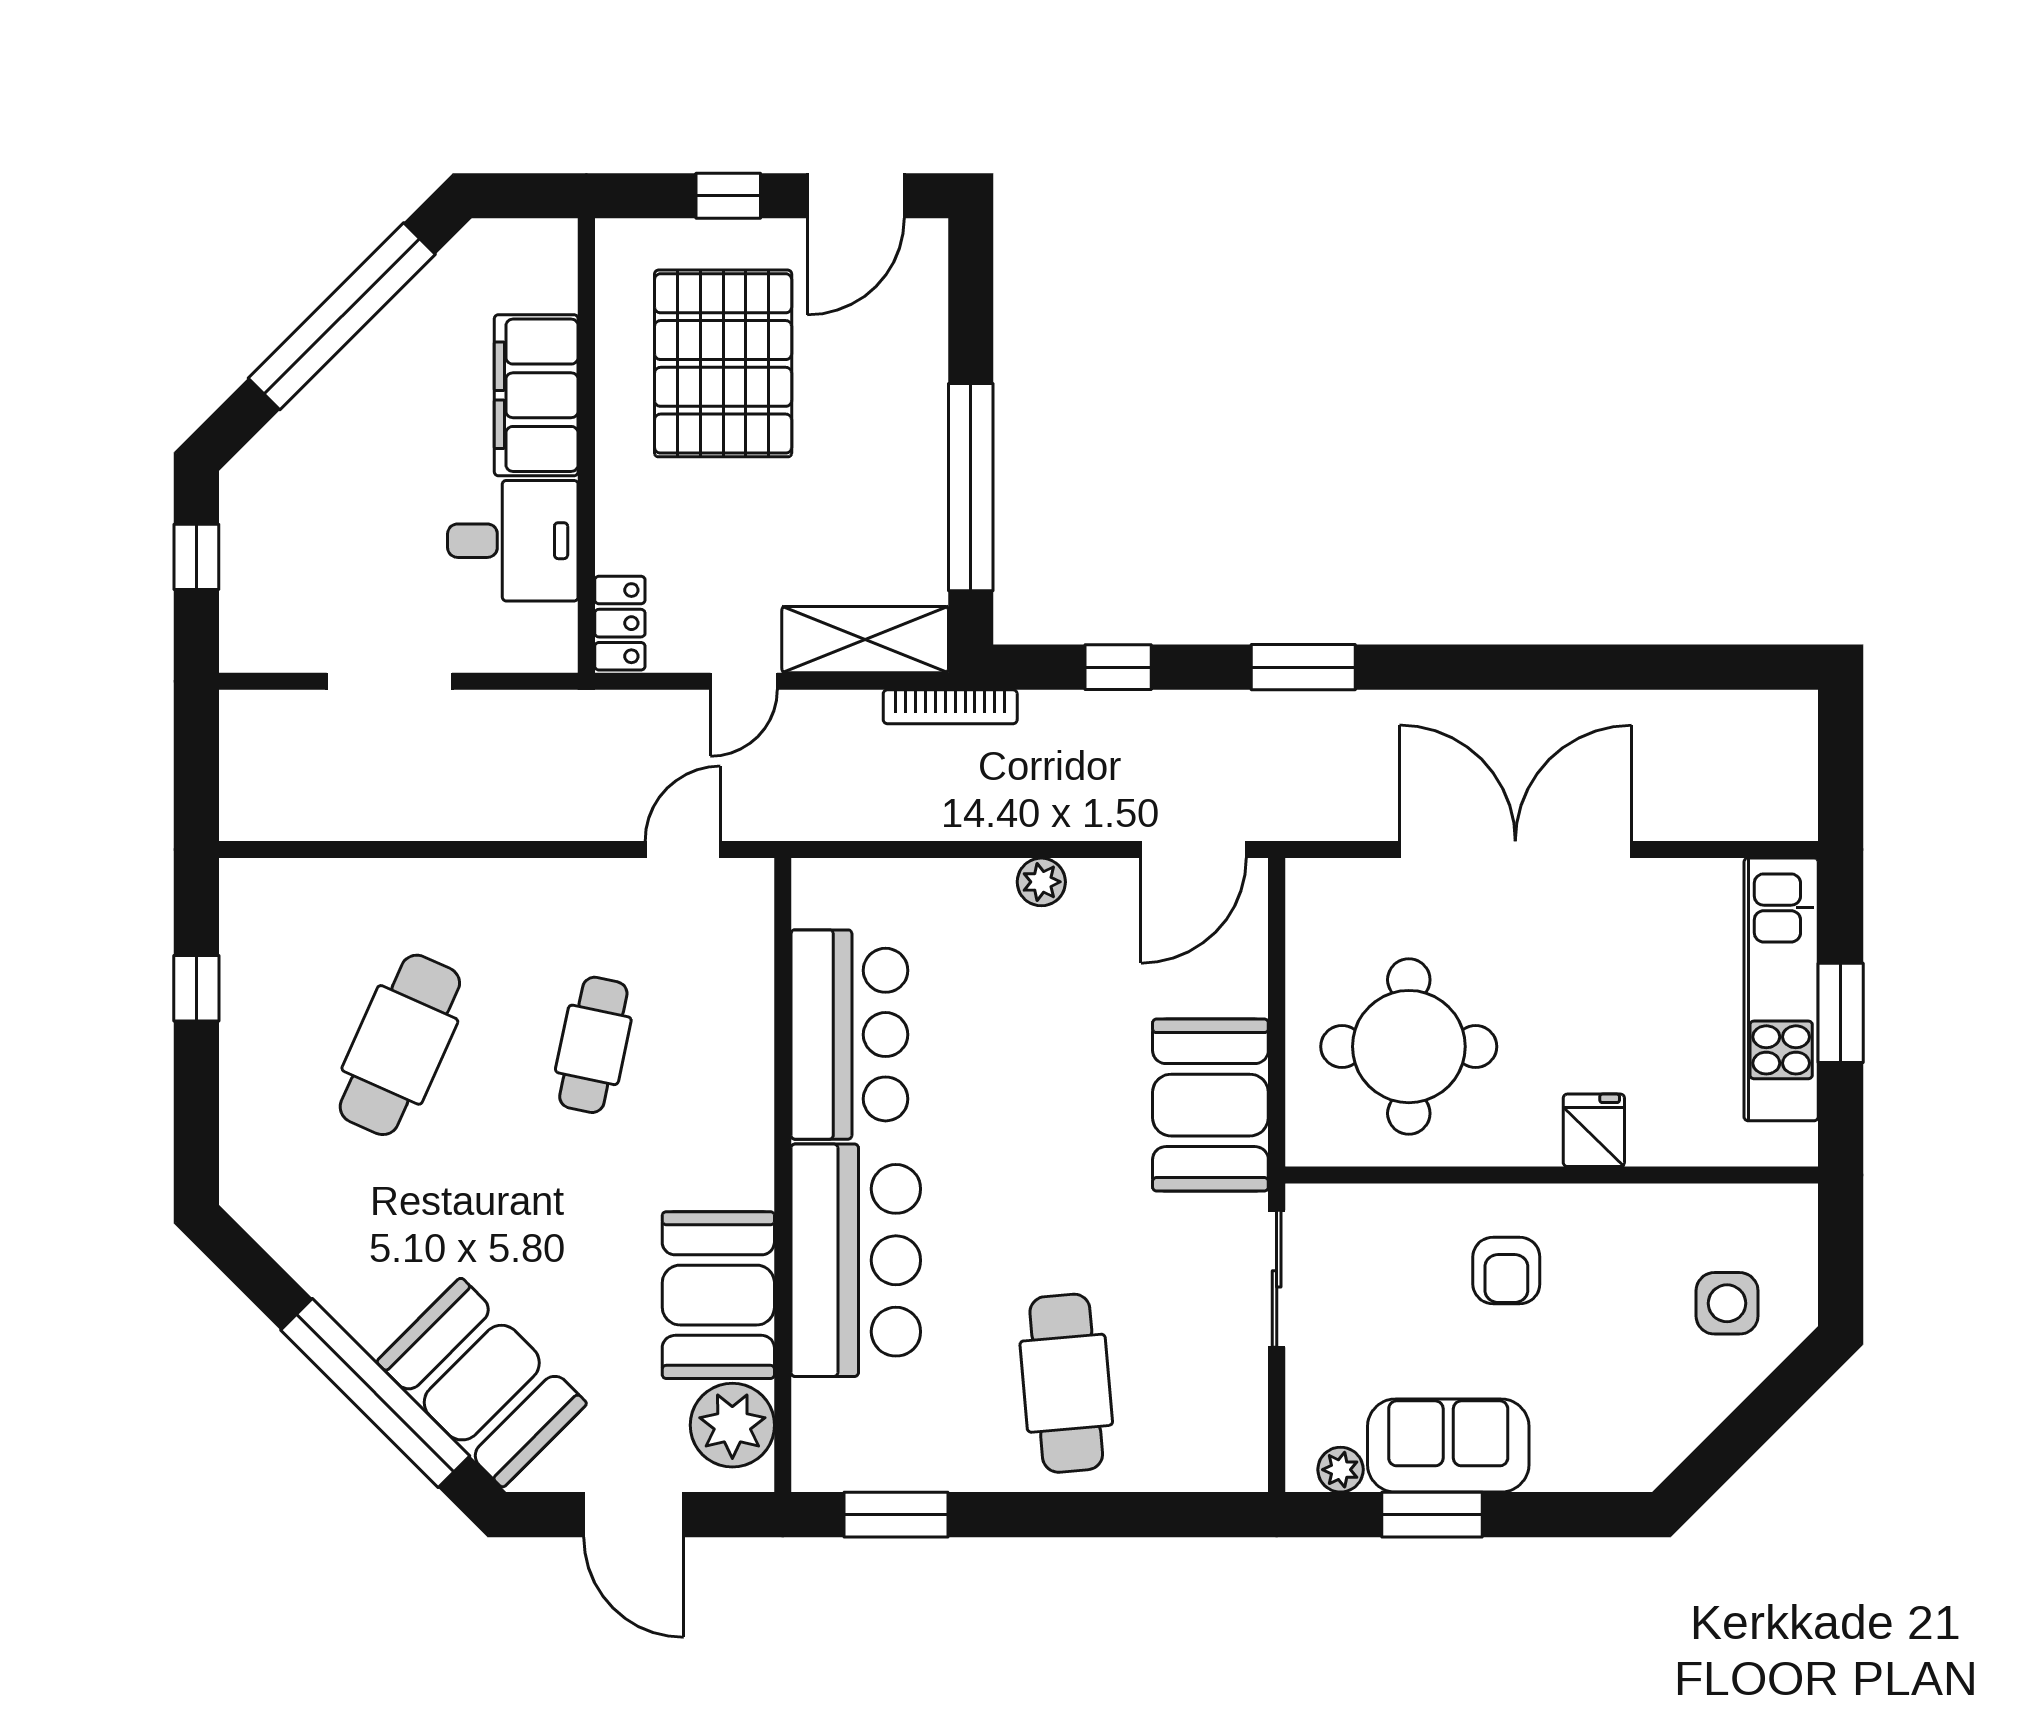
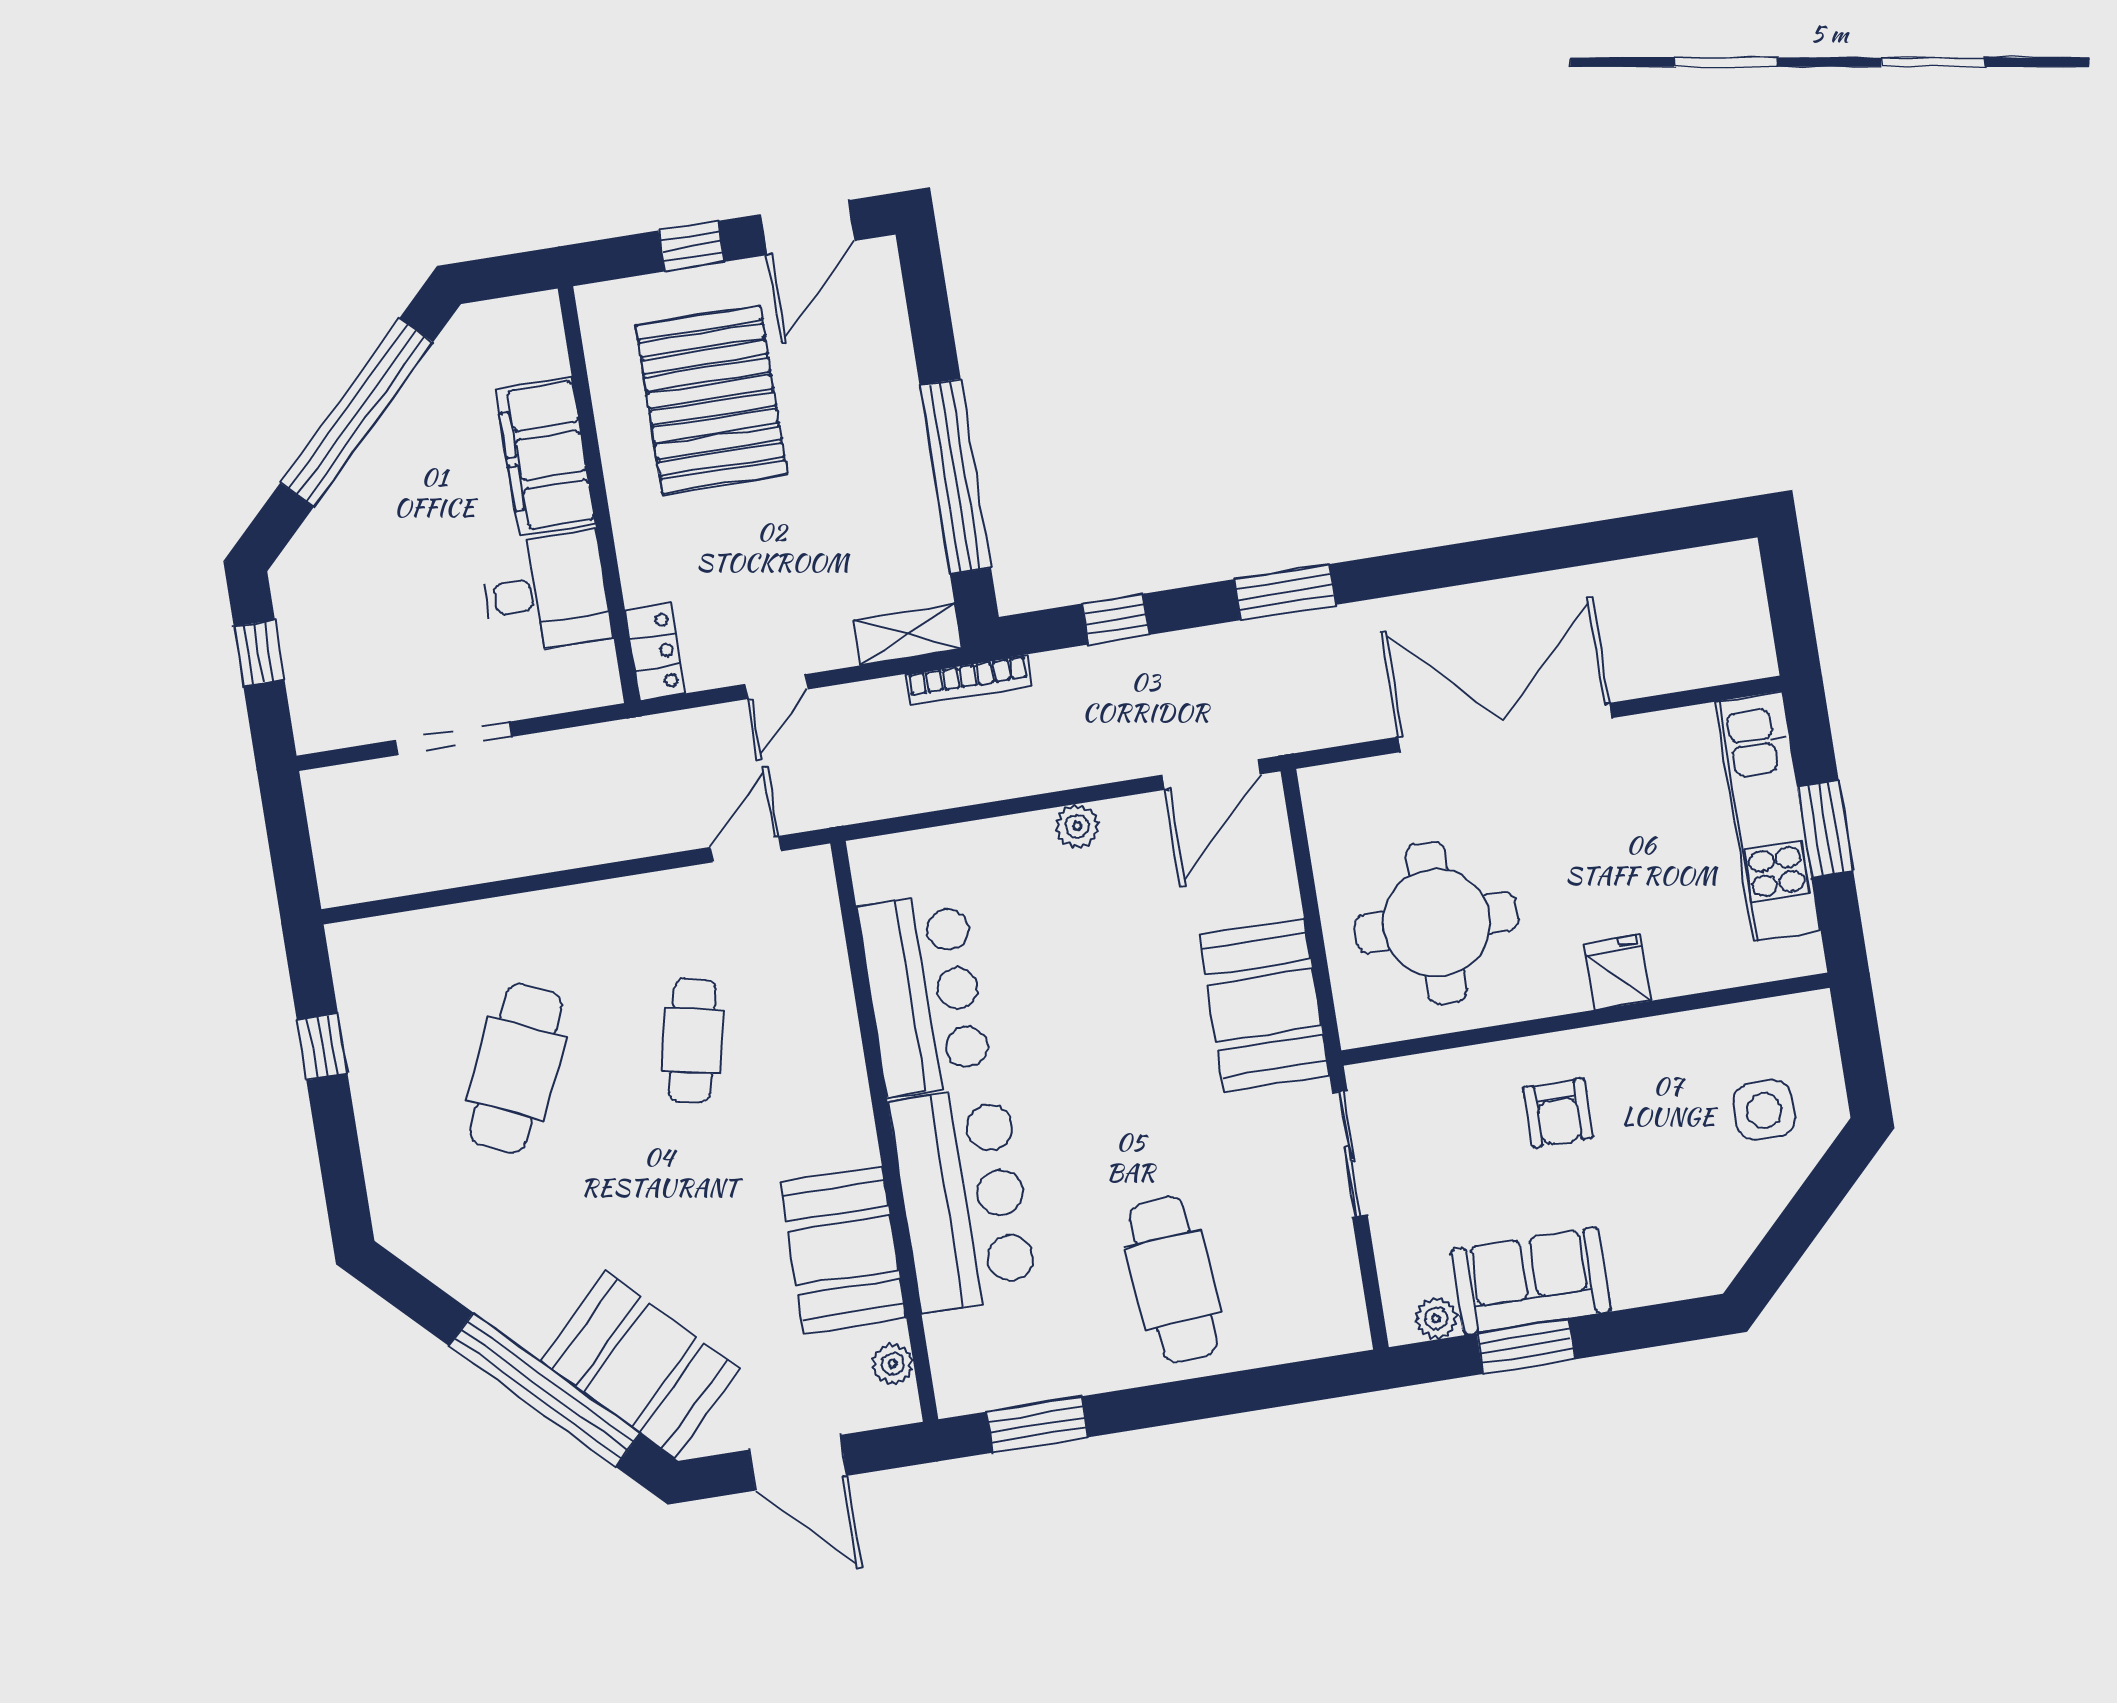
shelving: (865, 640) -> (908, 634), width x0.67, depth x0.75
plant: (732, 1425) -> (893, 1364), width x0.53, depth x0.53

